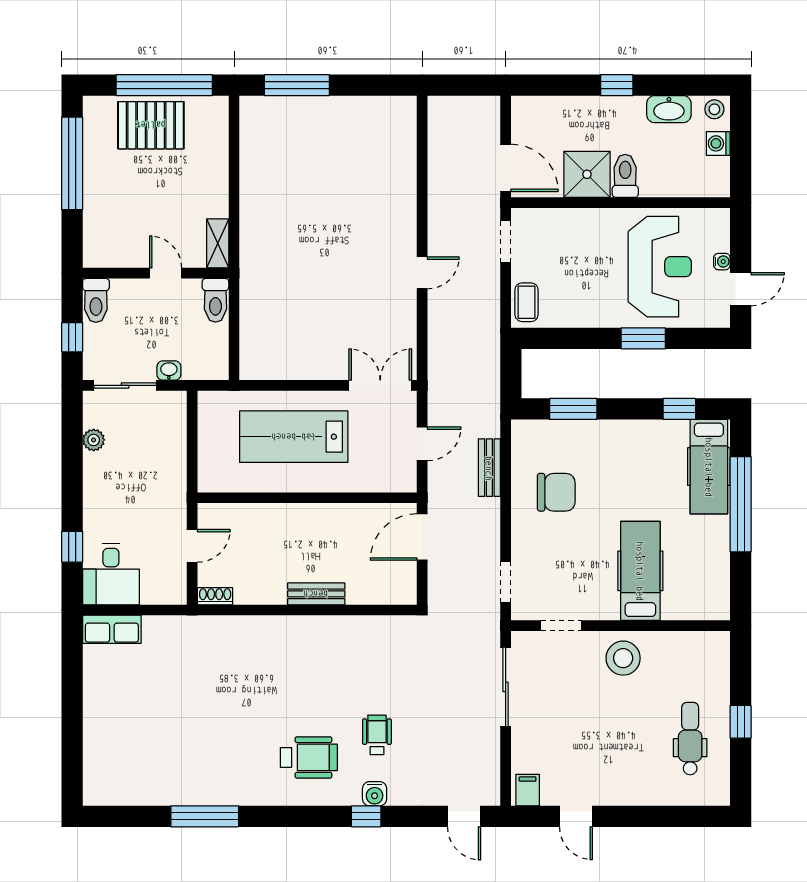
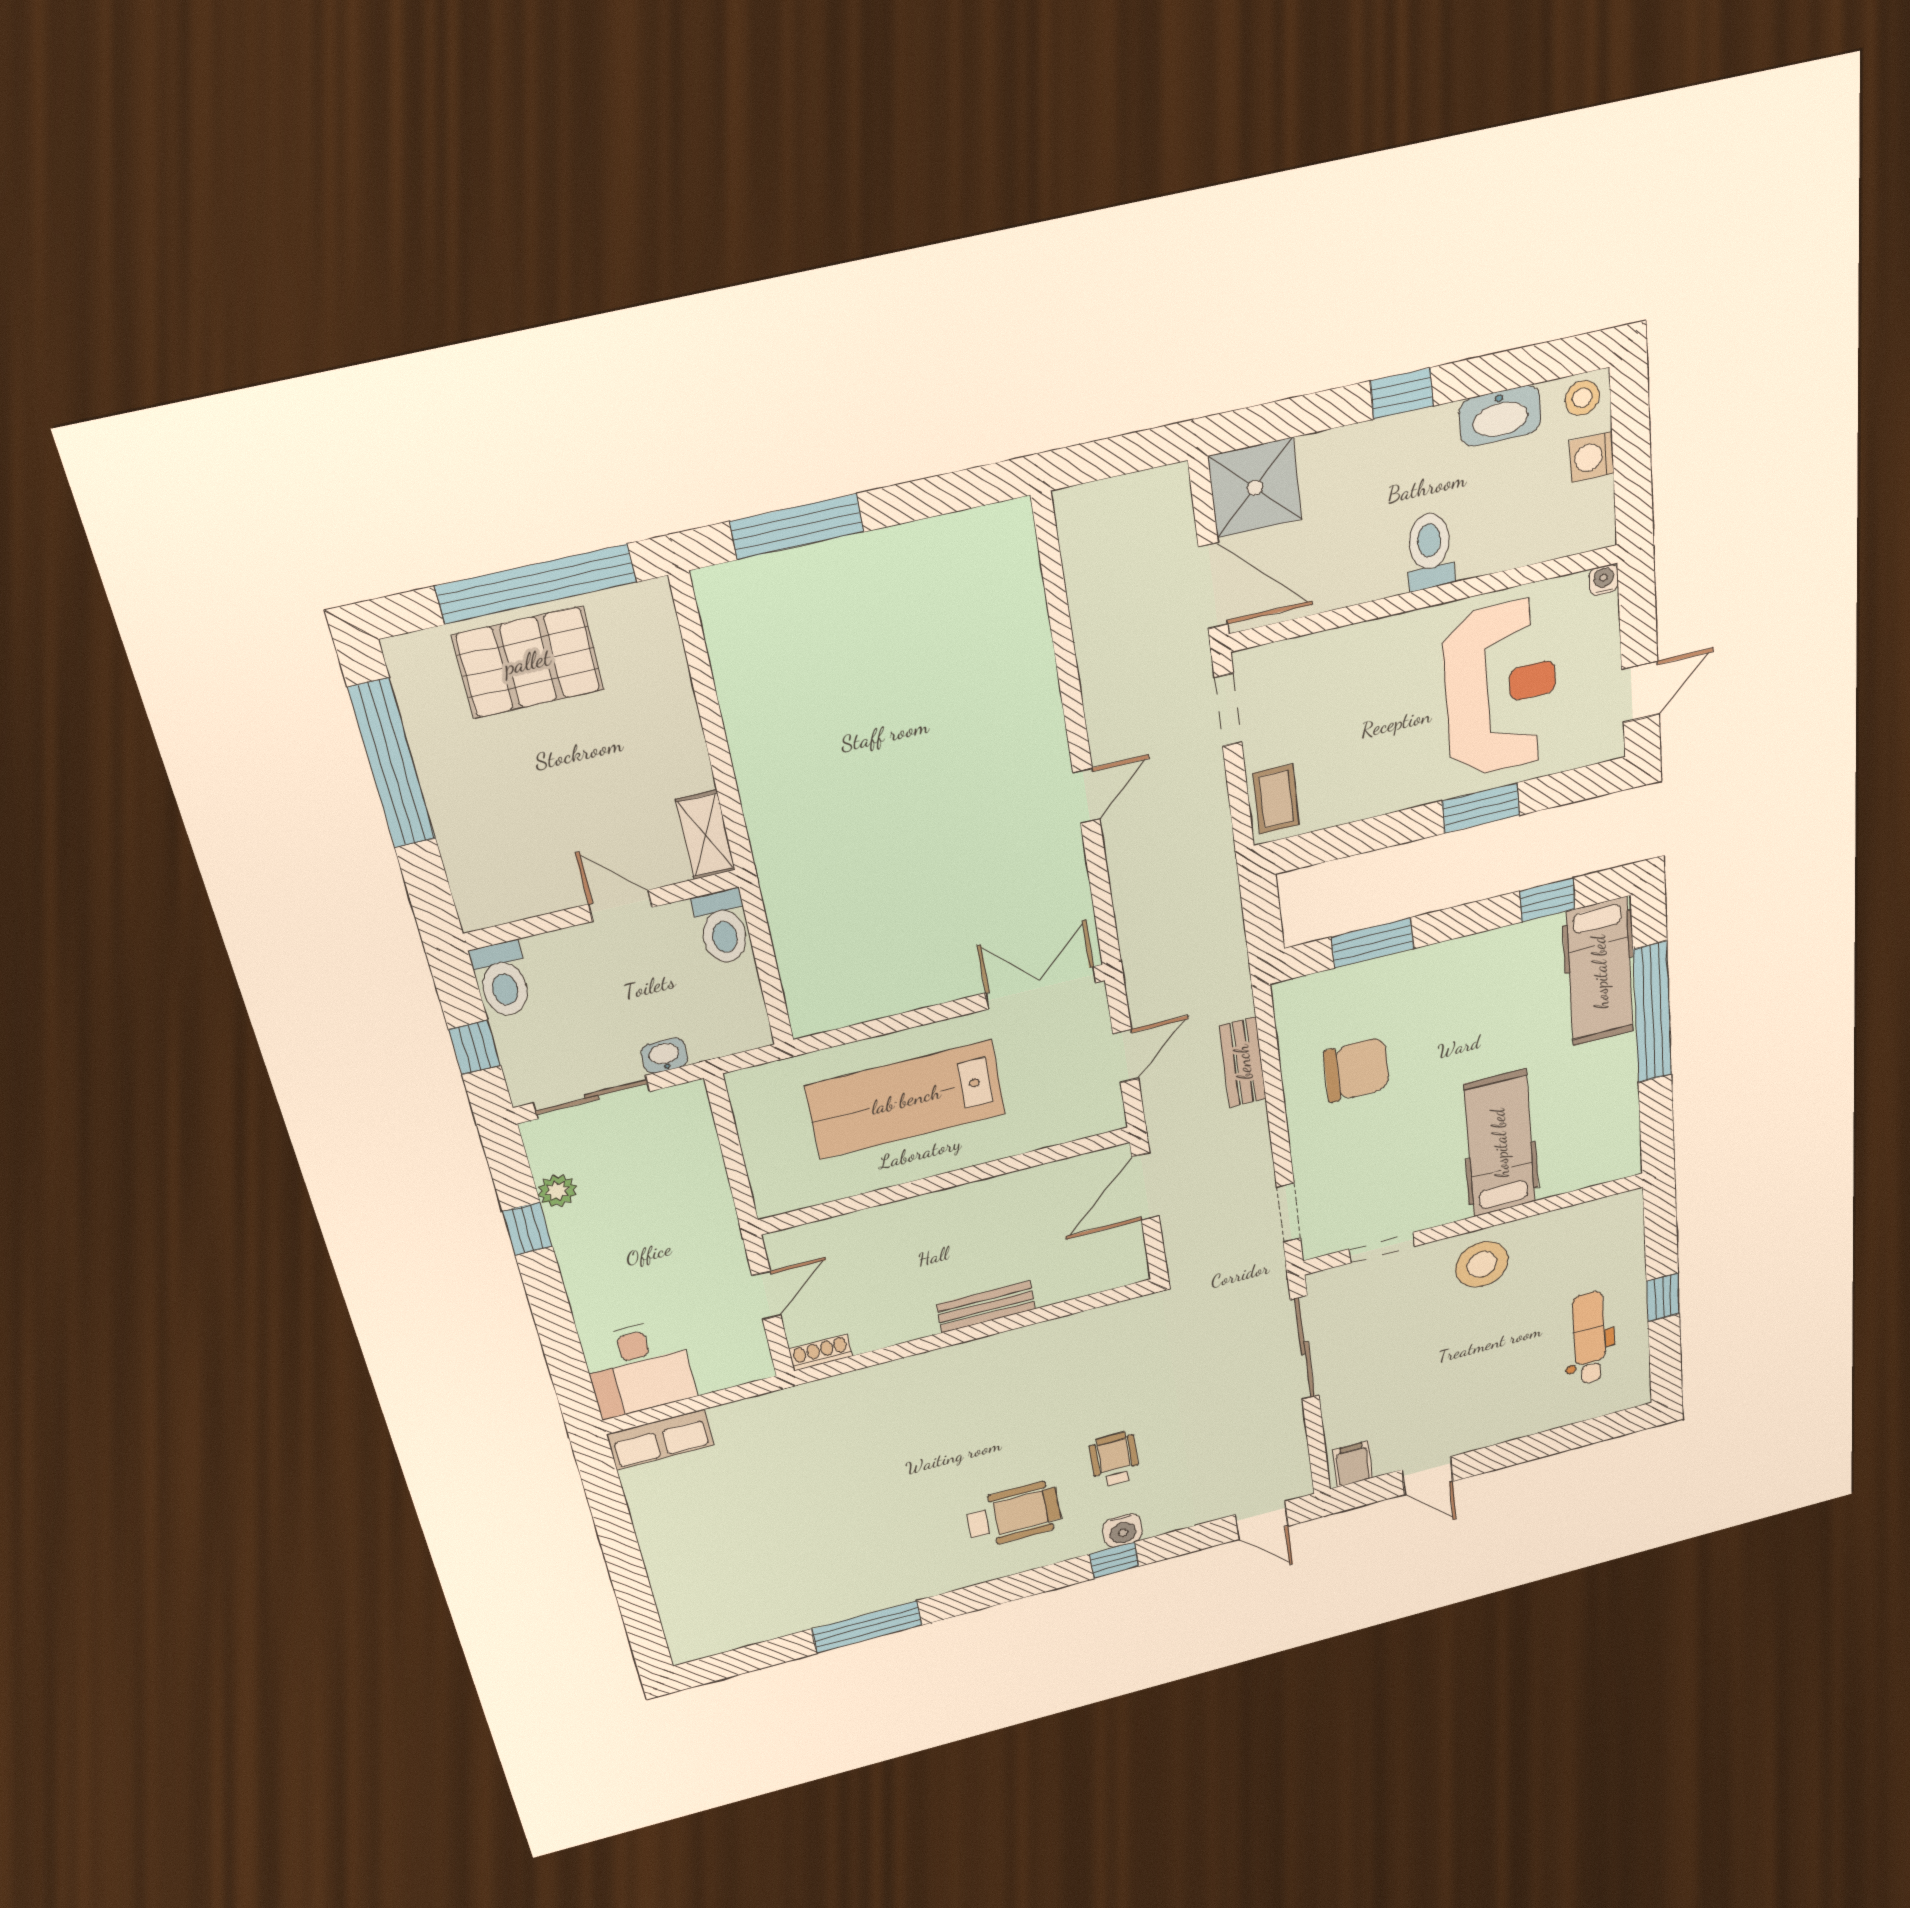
shower: (587, 174) -> (1255, 488), moved
water cooler: (722, 262) -> (1604, 580), moved, turned -90
window: (72, 547) -> (528, 1229), moved

